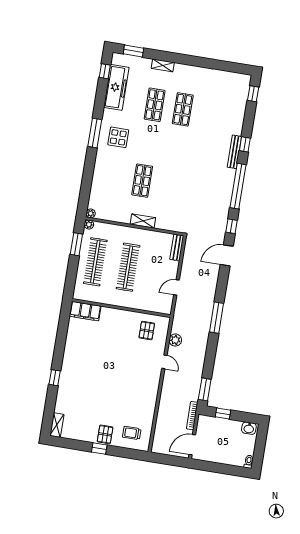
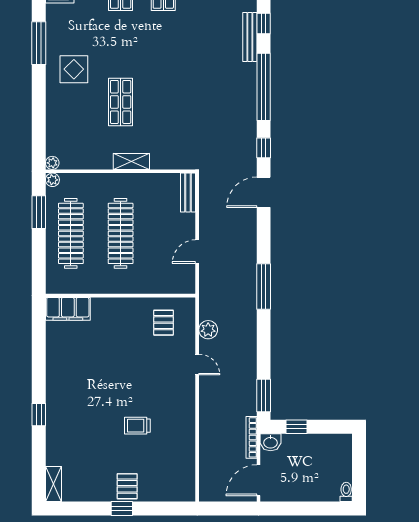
display table: (118, 137) -> (74, 69), moved
washbasin: (249, 428) -> (271, 442), moved
trolley: (132, 433) -> (137, 426), moved

